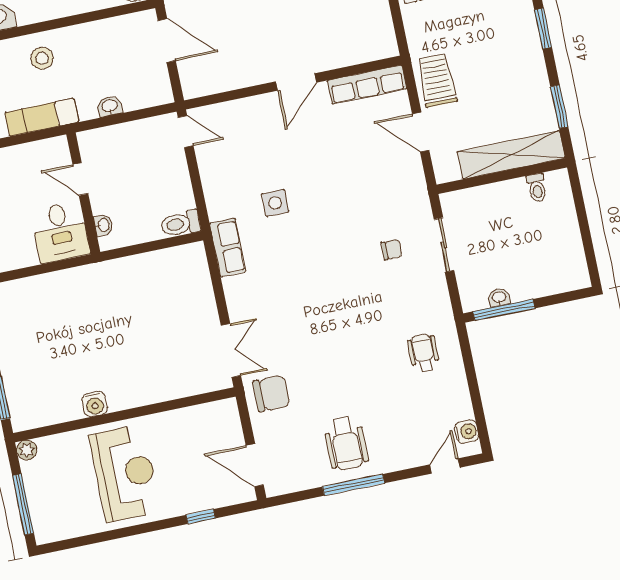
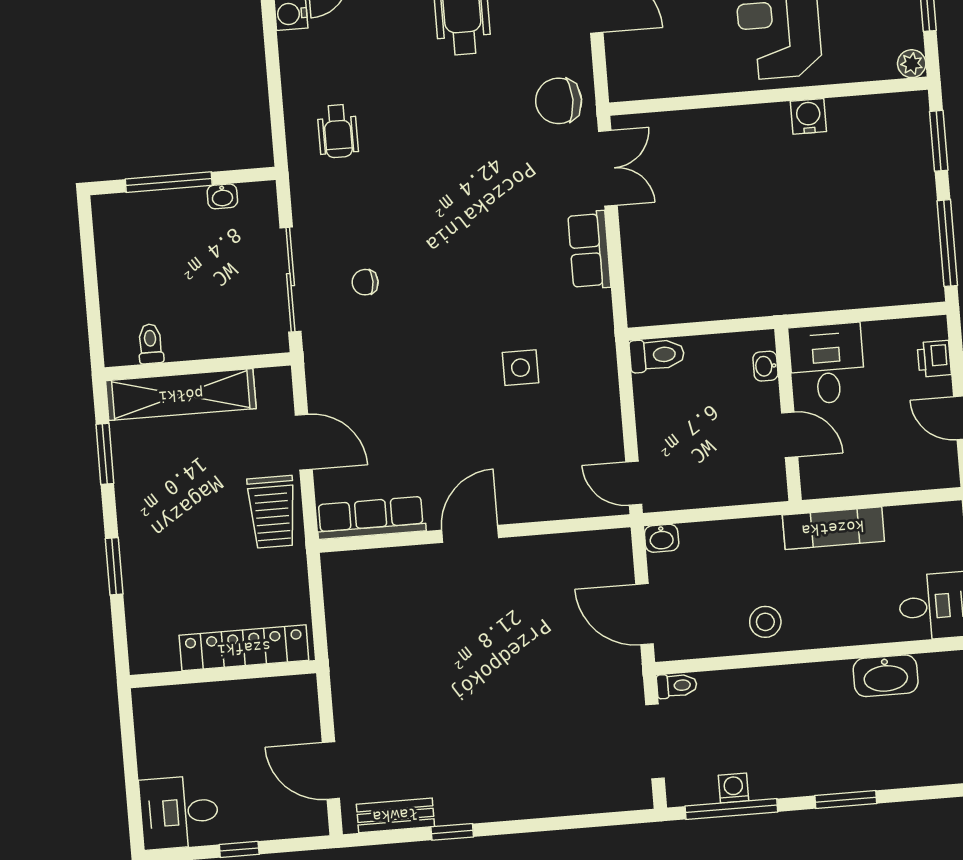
stool: (42, 58) -> (765, 622), moved
washbasin: (110, 106) -> (662, 538), moved
sliding door: (444, 245) -> (290, 280), width x1.37
row of seats: (228, 248) -> (589, 250), moved
window: (504, 310) -> (169, 182), moved
double door: (231, 350) -> (608, 168), swing flipped

